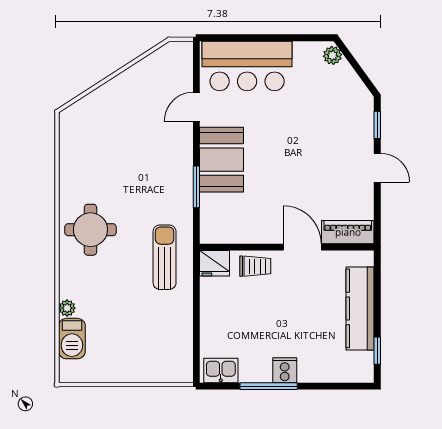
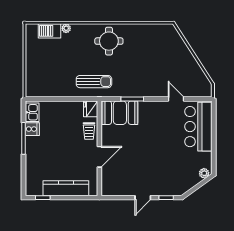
booth: (222, 160) -> (120, 113), moved
piano: (348, 232) -> (108, 182), removed
cooker: (285, 370) -> (32, 129), moved

